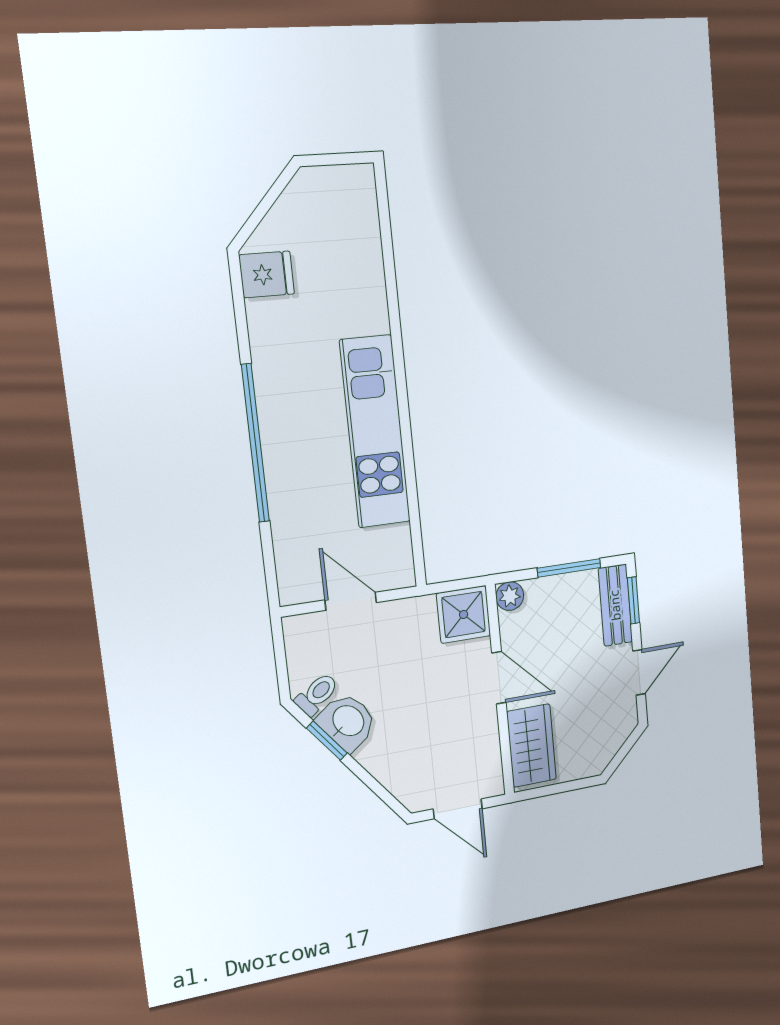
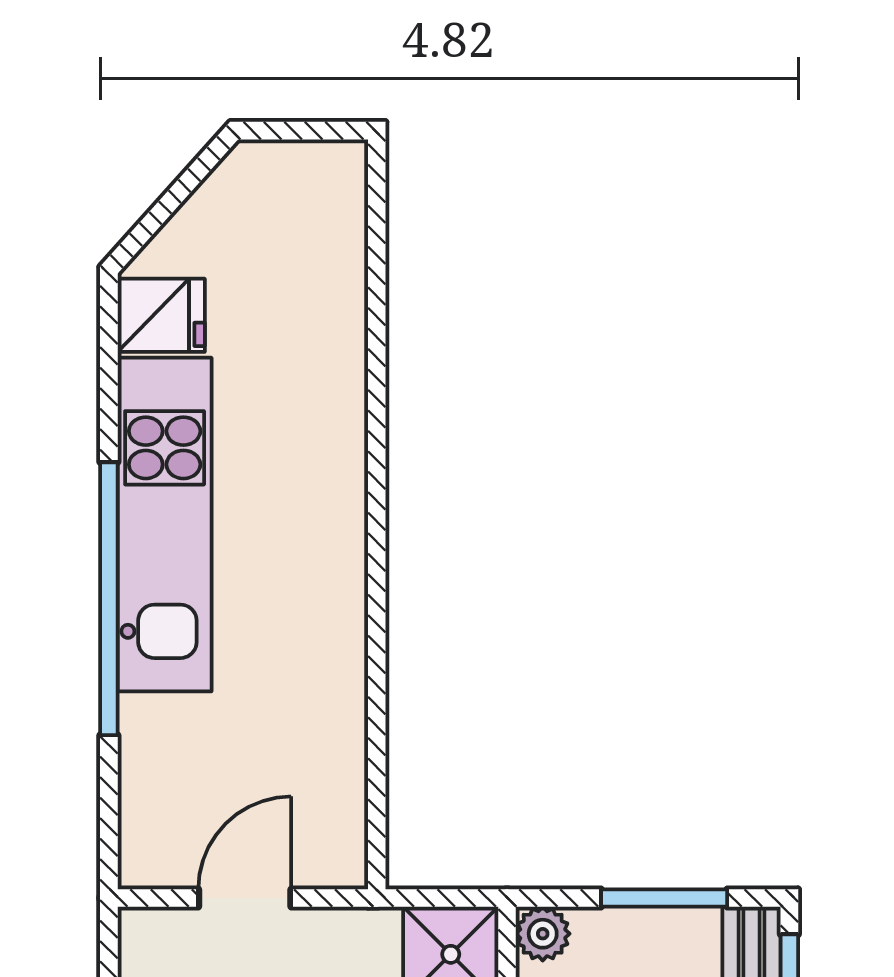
kitchen unit: (375, 432) -> (165, 525), moved, turned 180
door: (351, 601) -> (245, 898), hinge flipped

